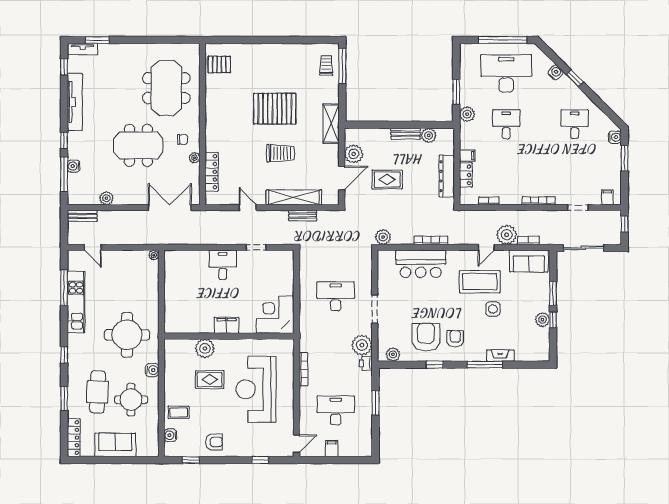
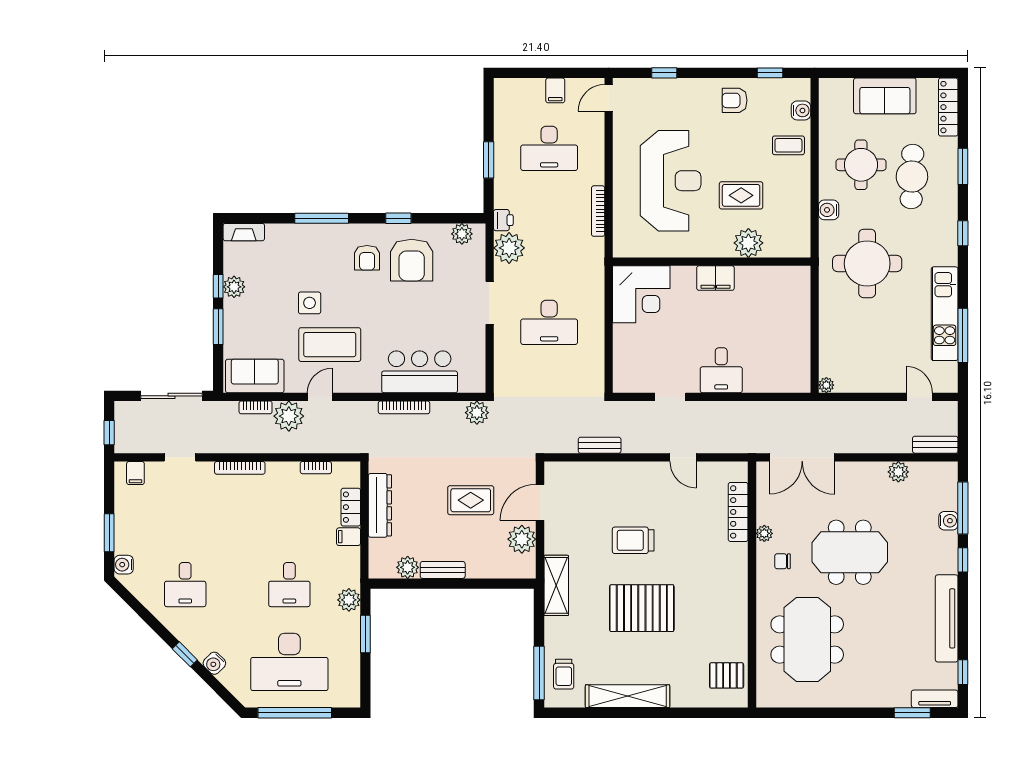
shelving: (294, 197) -> (628, 696), moved
fireplace: (500, 356) -> (244, 232), moved

